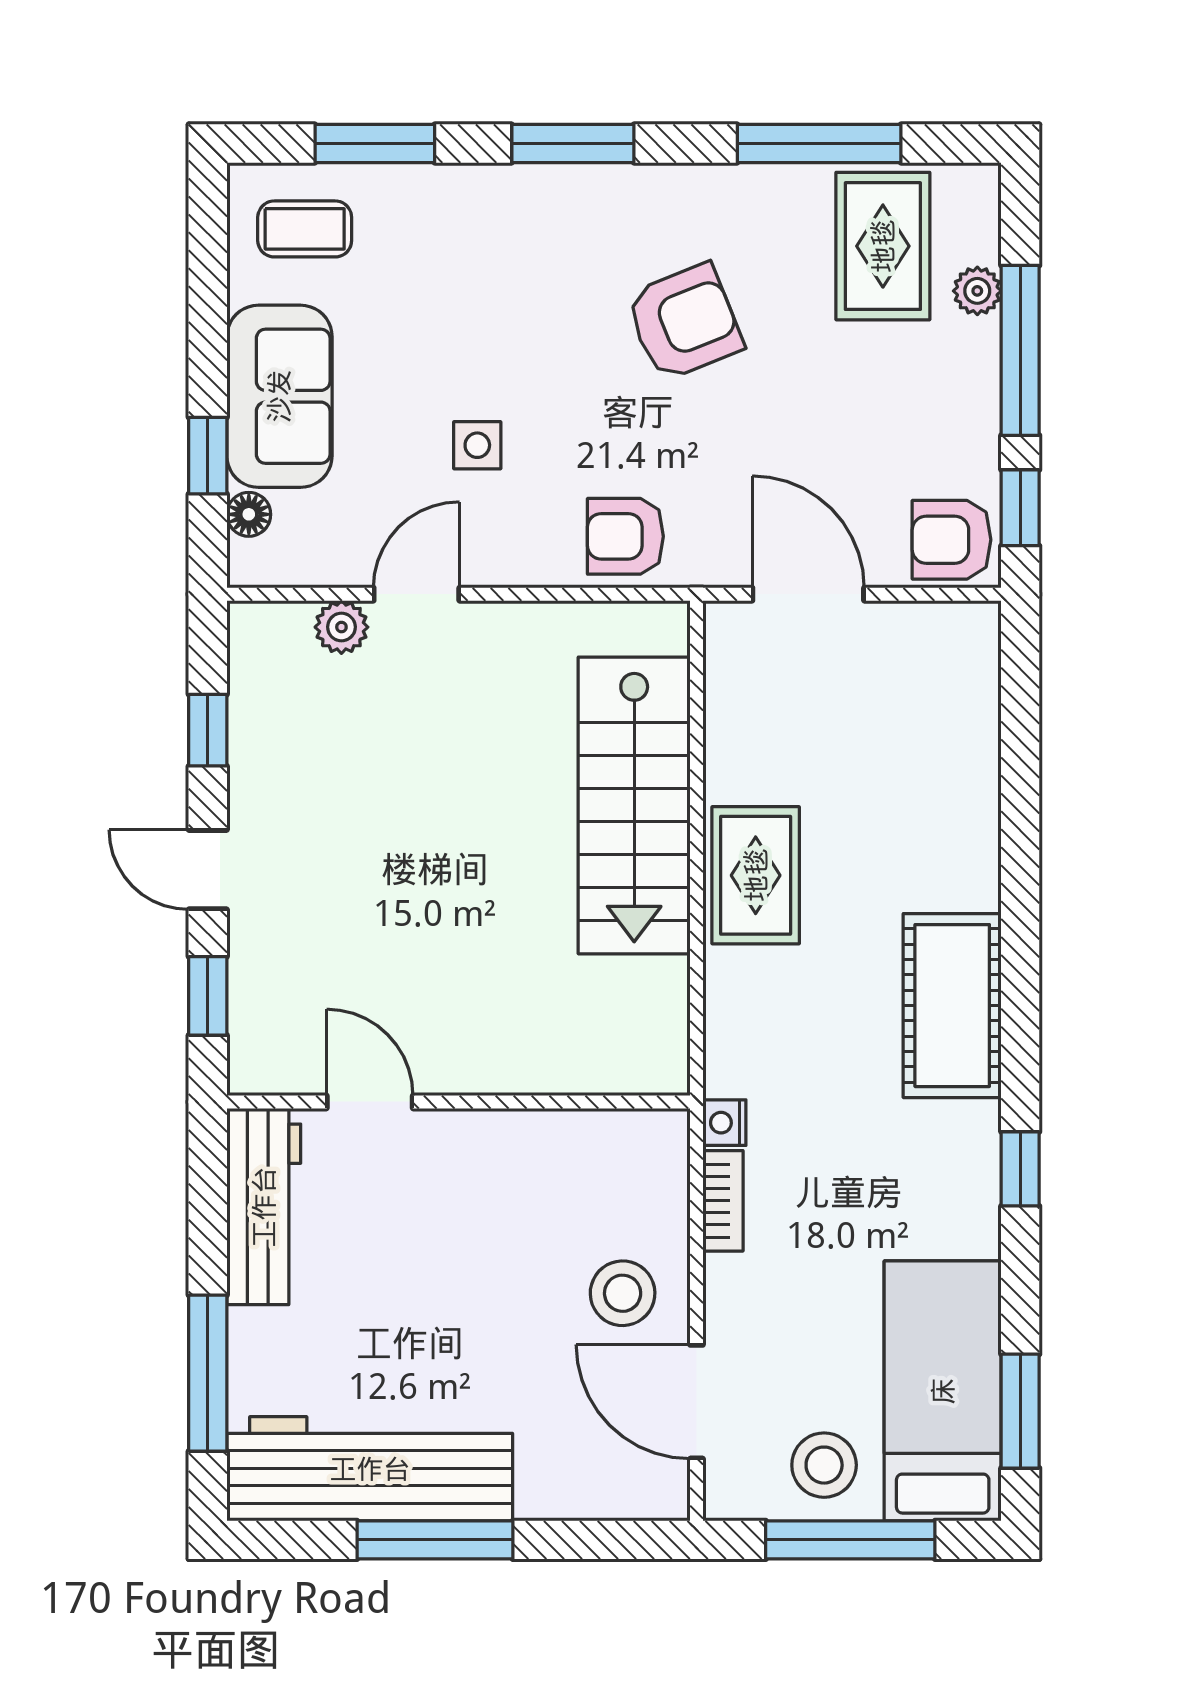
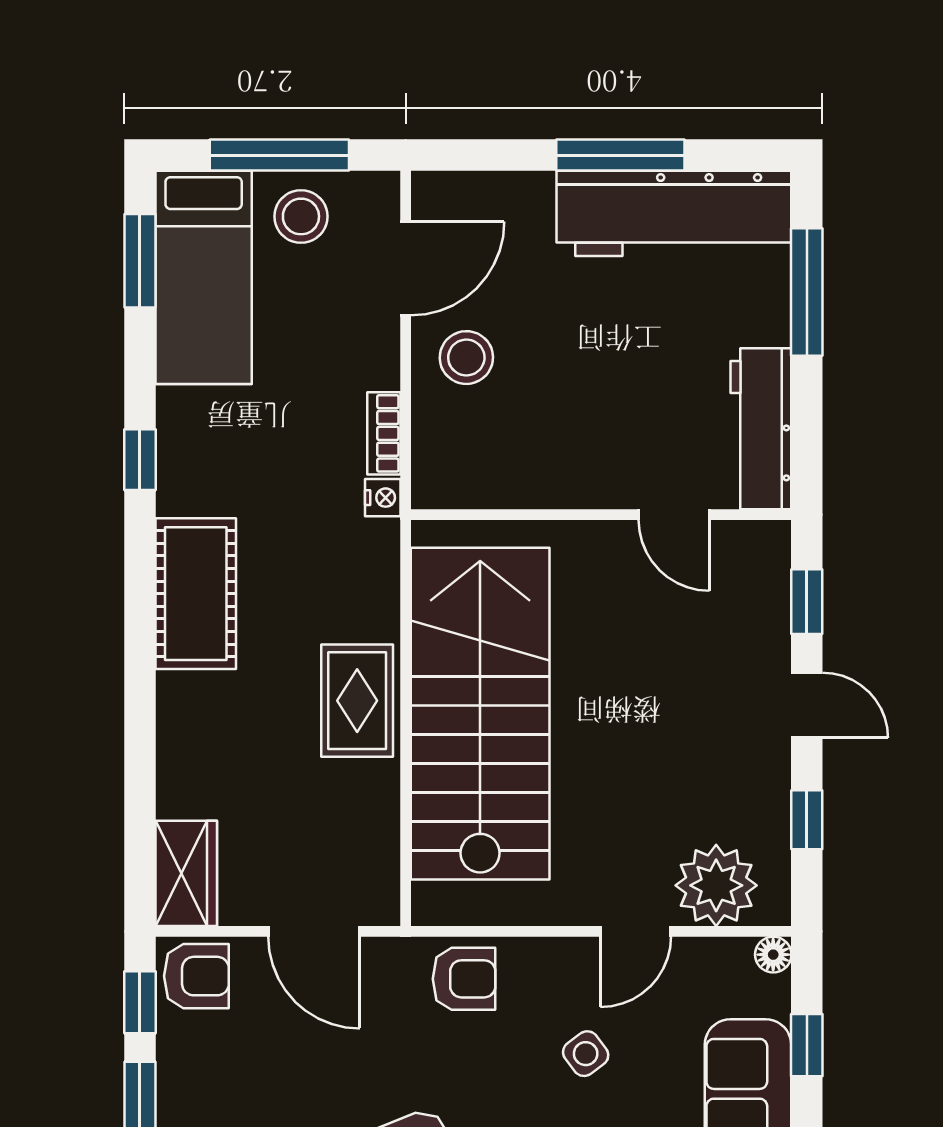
side table: (477, 445) -> (586, 1054), turned -37
floor lamp: (249, 514) -> (773, 955), moved
plant: (341, 627) -> (716, 885), width x1.88, depth x1.88
wardrobe: (964, 665) -> (186, 873), added
stairs: (634, 805) -> (480, 714), width x1.36, depth x1.51
door: (697, 1402) -> (406, 268), hinge flipped

